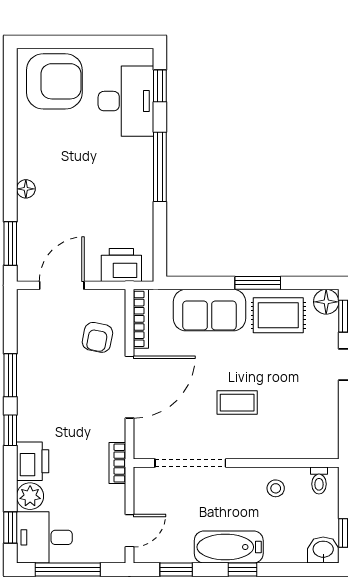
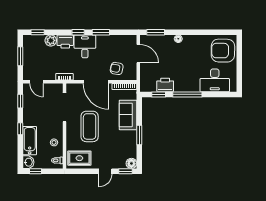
armchair: (54, 81) -> (223, 51), turned 91
window: (160, 86) -> (159, 94), moved
printer: (121, 265) -> (165, 85), moved, turned -90
rug: (278, 315) -> (79, 158), moved, turned 90
coffee table: (237, 403) -> (90, 126), width x1.86, depth x1.72
desk: (44, 537) -> (85, 46), moved
bathtub: (229, 547) -> (30, 141), moved
window: (68, 570) -> (20, 56), width x0.69

